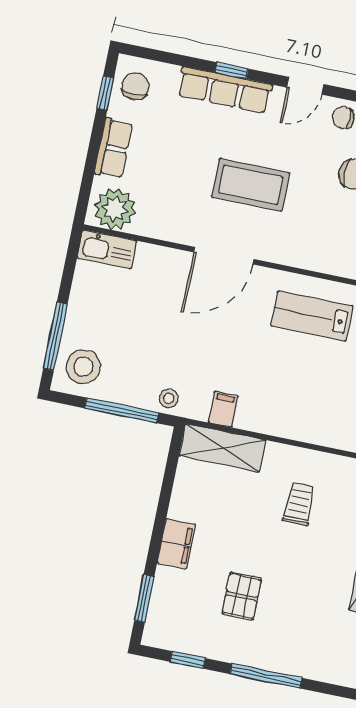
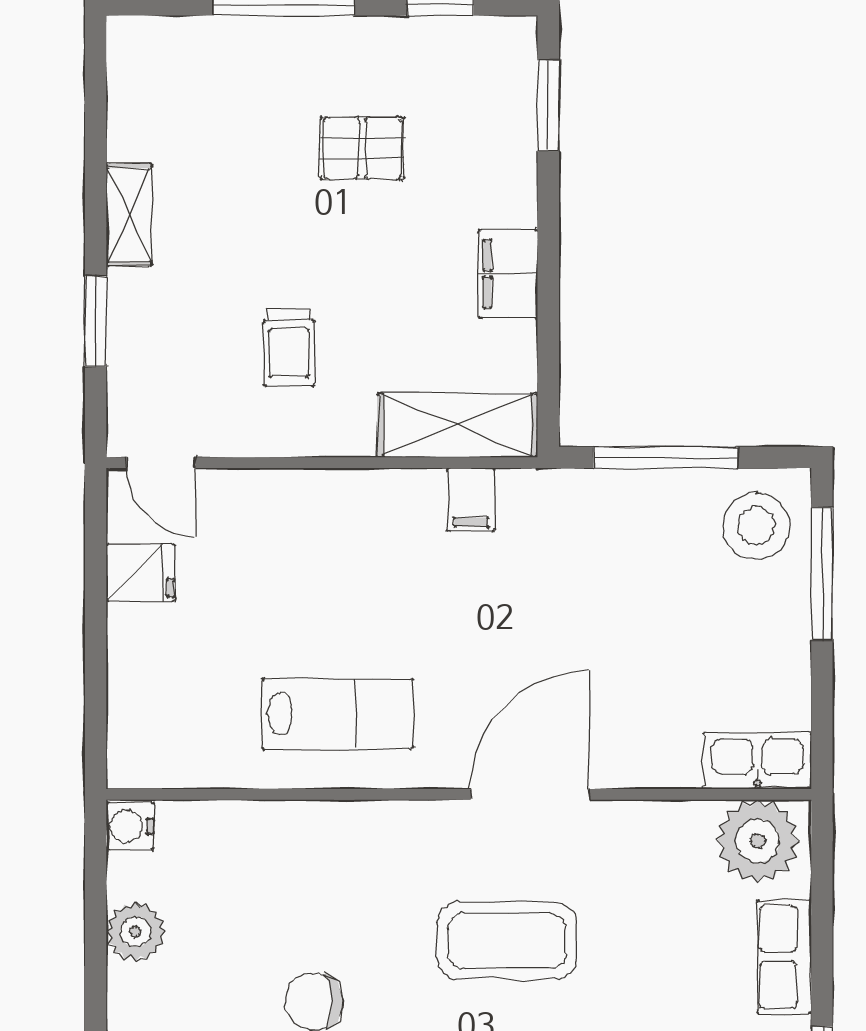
stool: (169, 398) -> (580, 499), removed
filing cabinet: (176, 544) -> (508, 274), moved
pallet: (242, 596) -> (362, 148), turned 90

